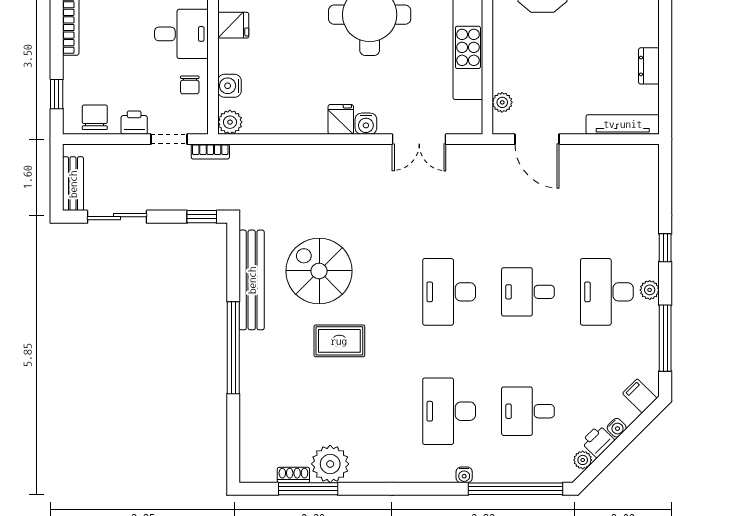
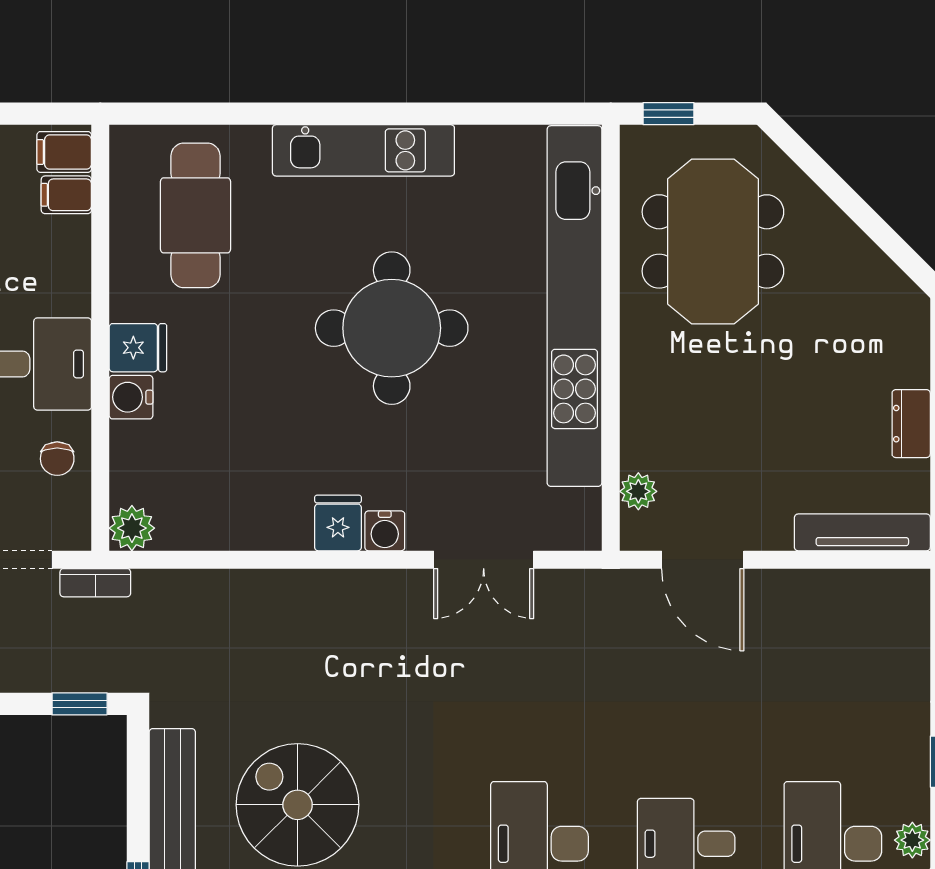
water cooler: (229, 86) -> (131, 397), moved

